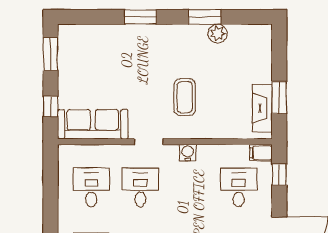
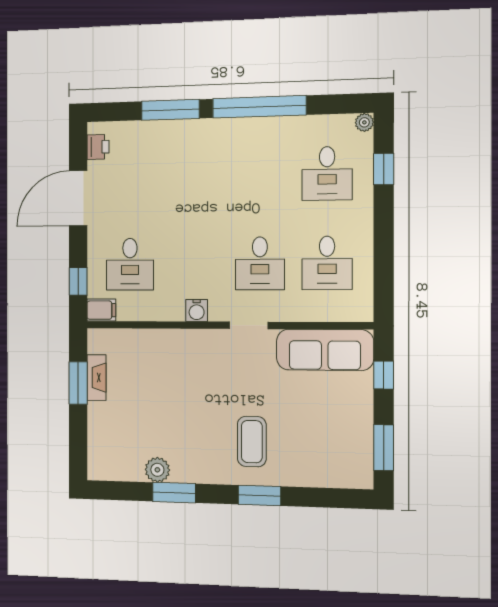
coffee table: (185, 97) -> (252, 442), moved
fireplace: (262, 108) -> (97, 378), width x0.73, depth x0.76

